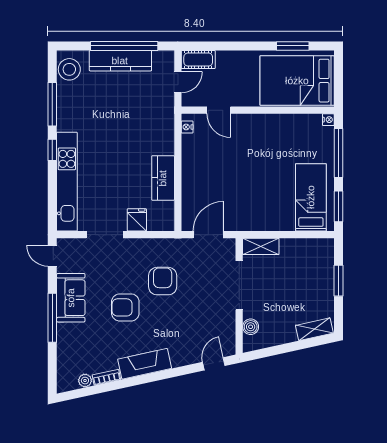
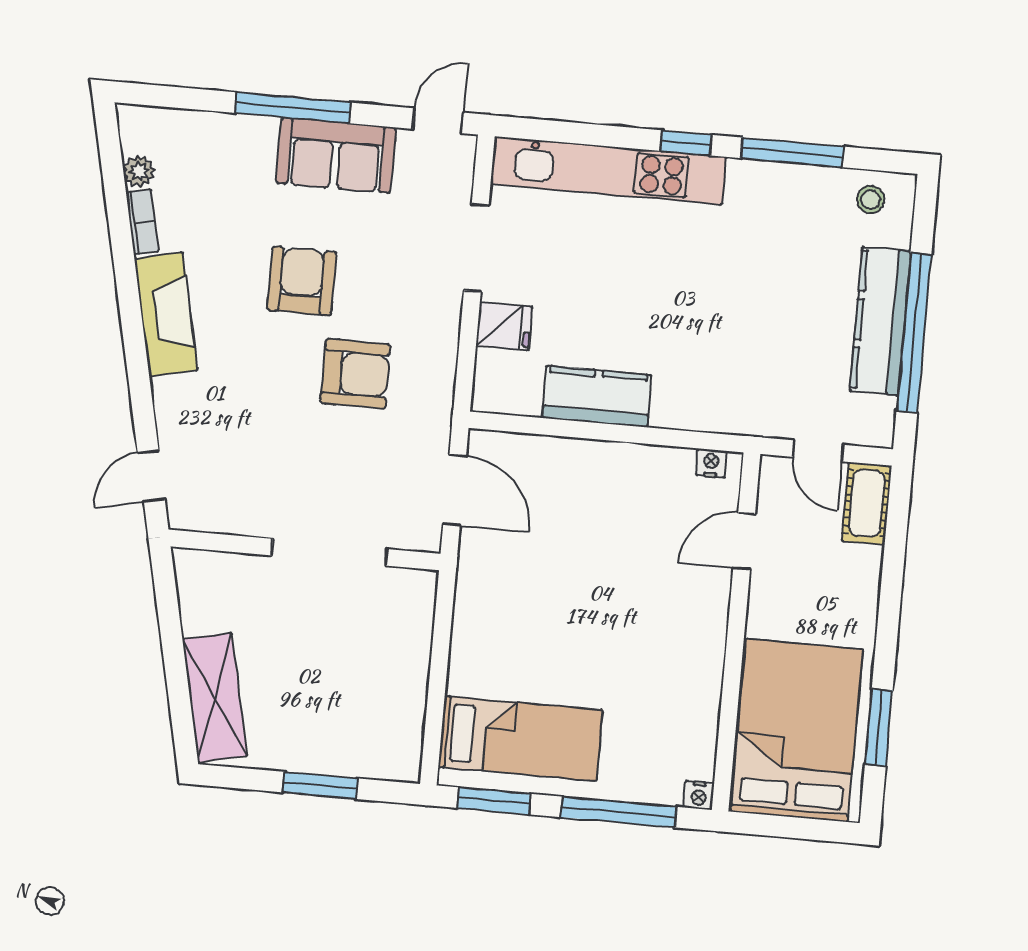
stool: (69, 69) -> (871, 200), width x0.53, depth x0.53
shelving: (261, 246) -> (416, 611), removed
boiler: (251, 327) -> (230, 570), removed
shelving: (314, 329) -> (215, 698), width x1.50, depth x1.33
door: (214, 364) -> (151, 476), swing flipped

